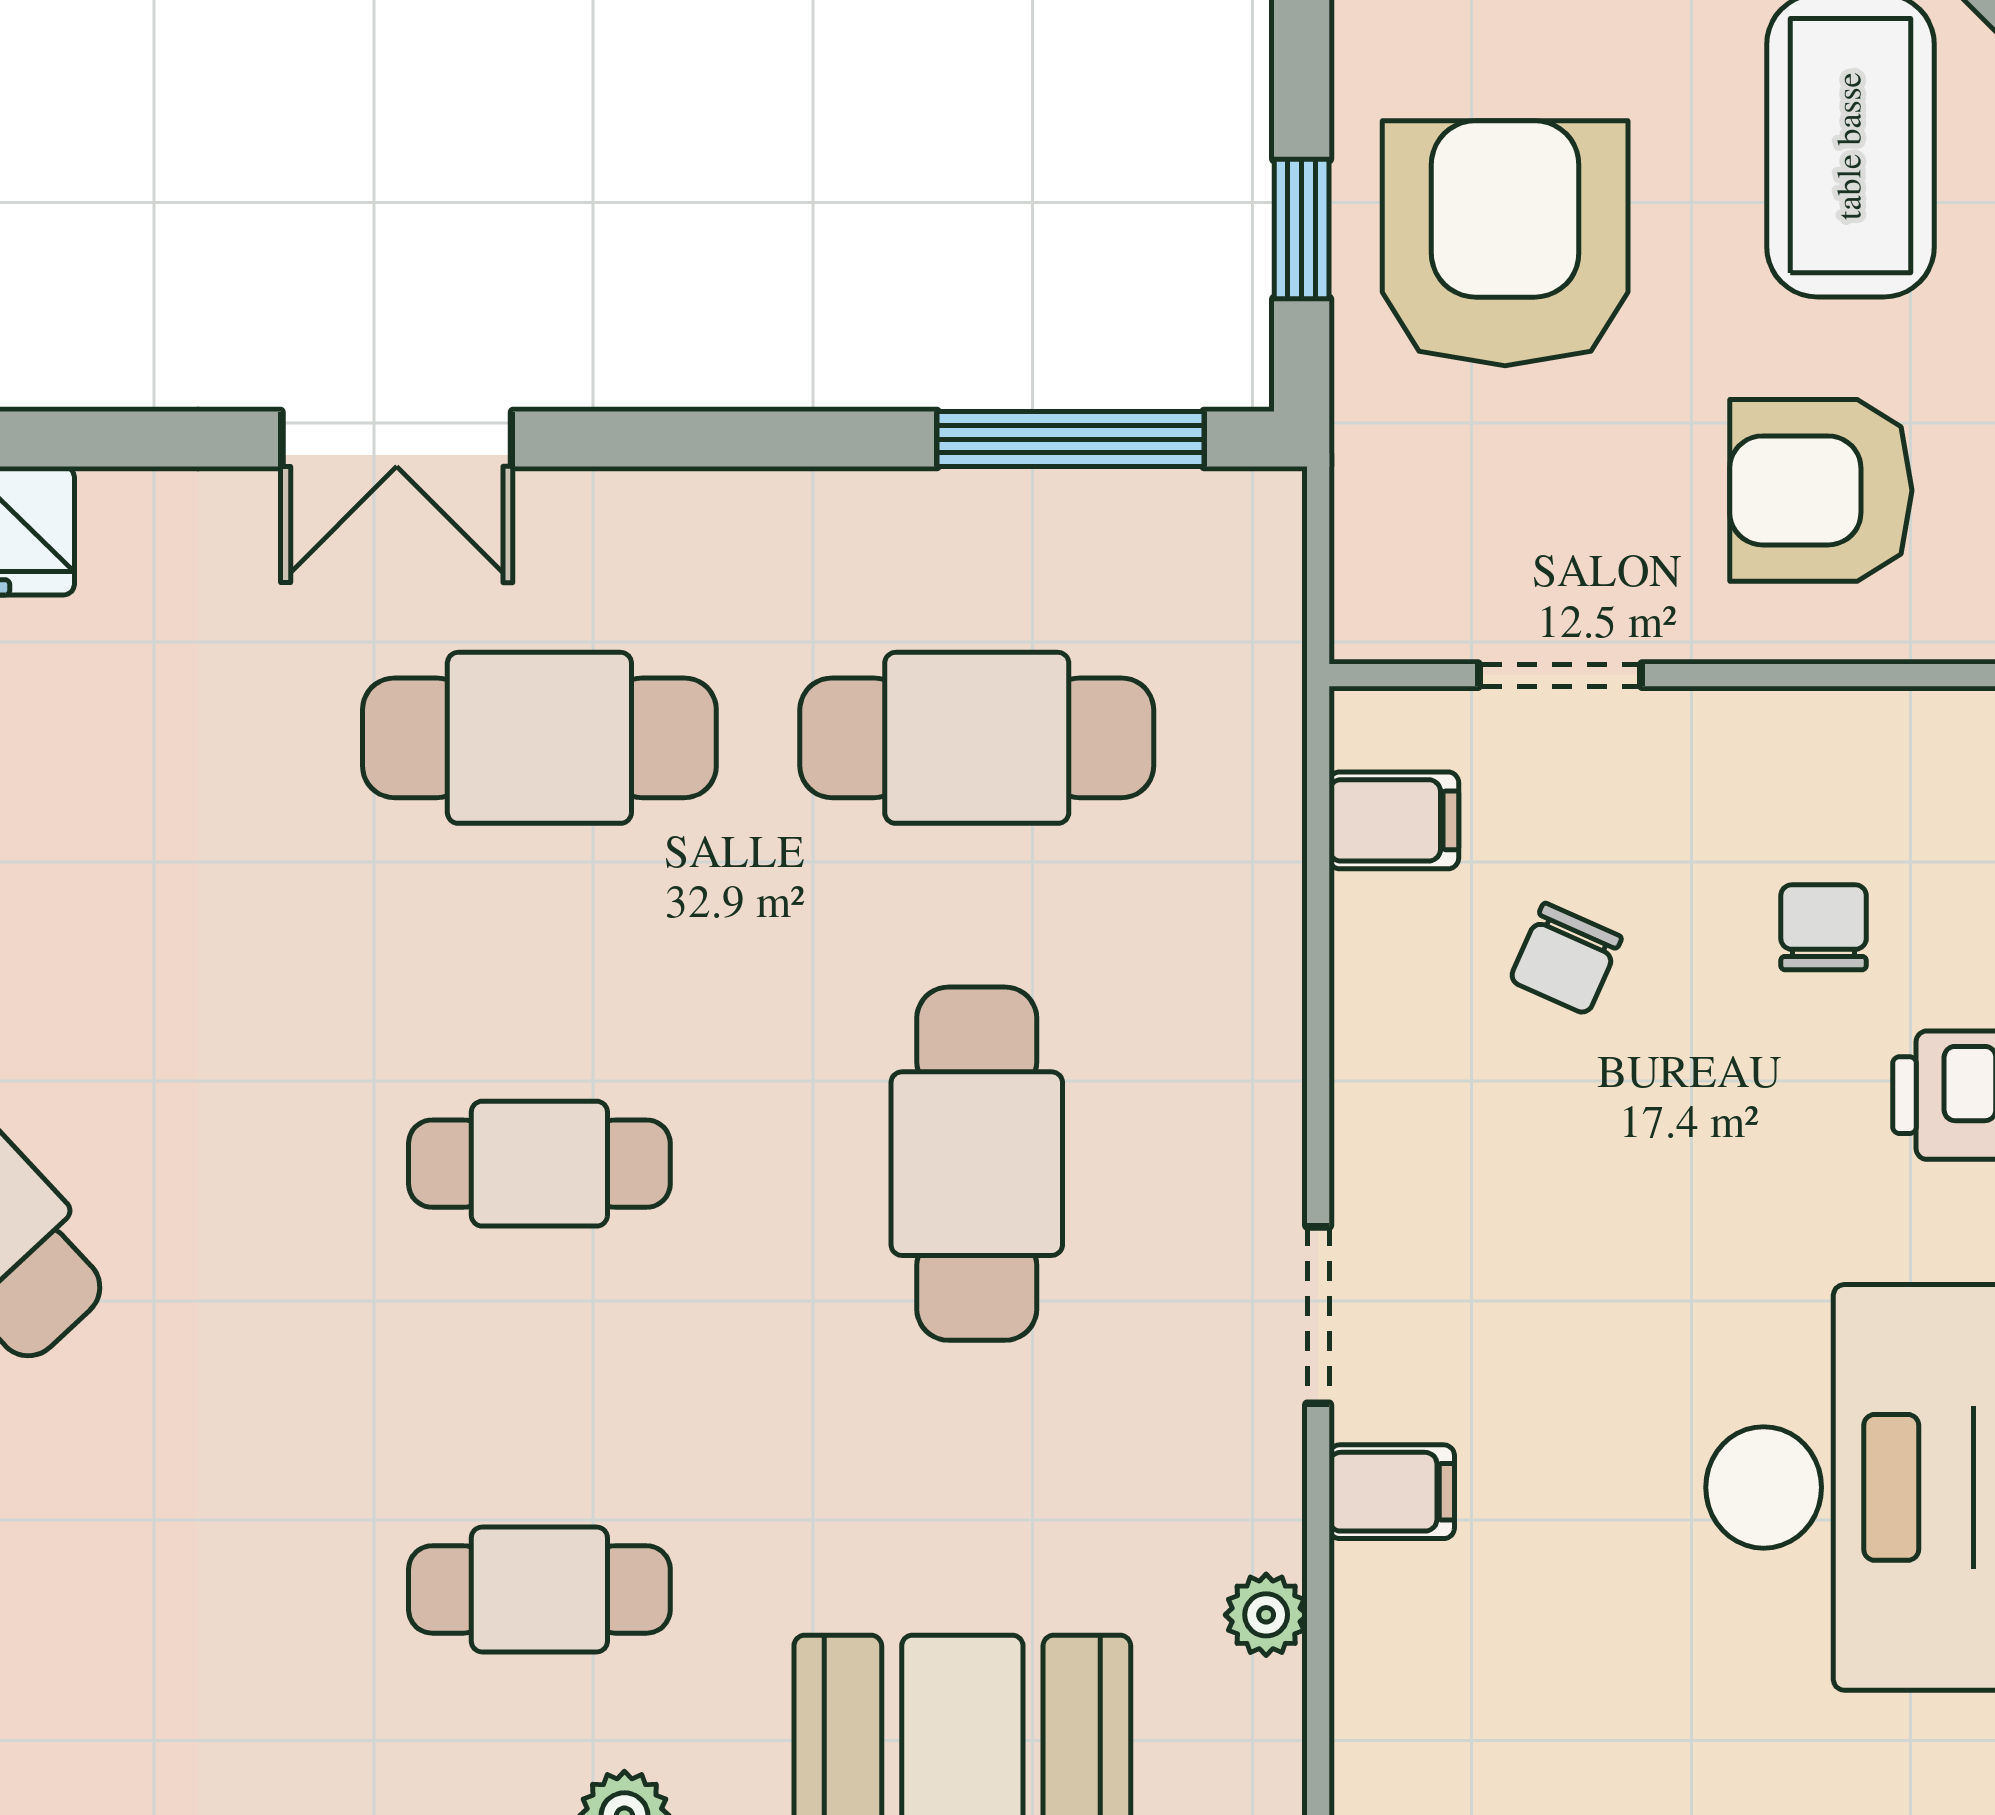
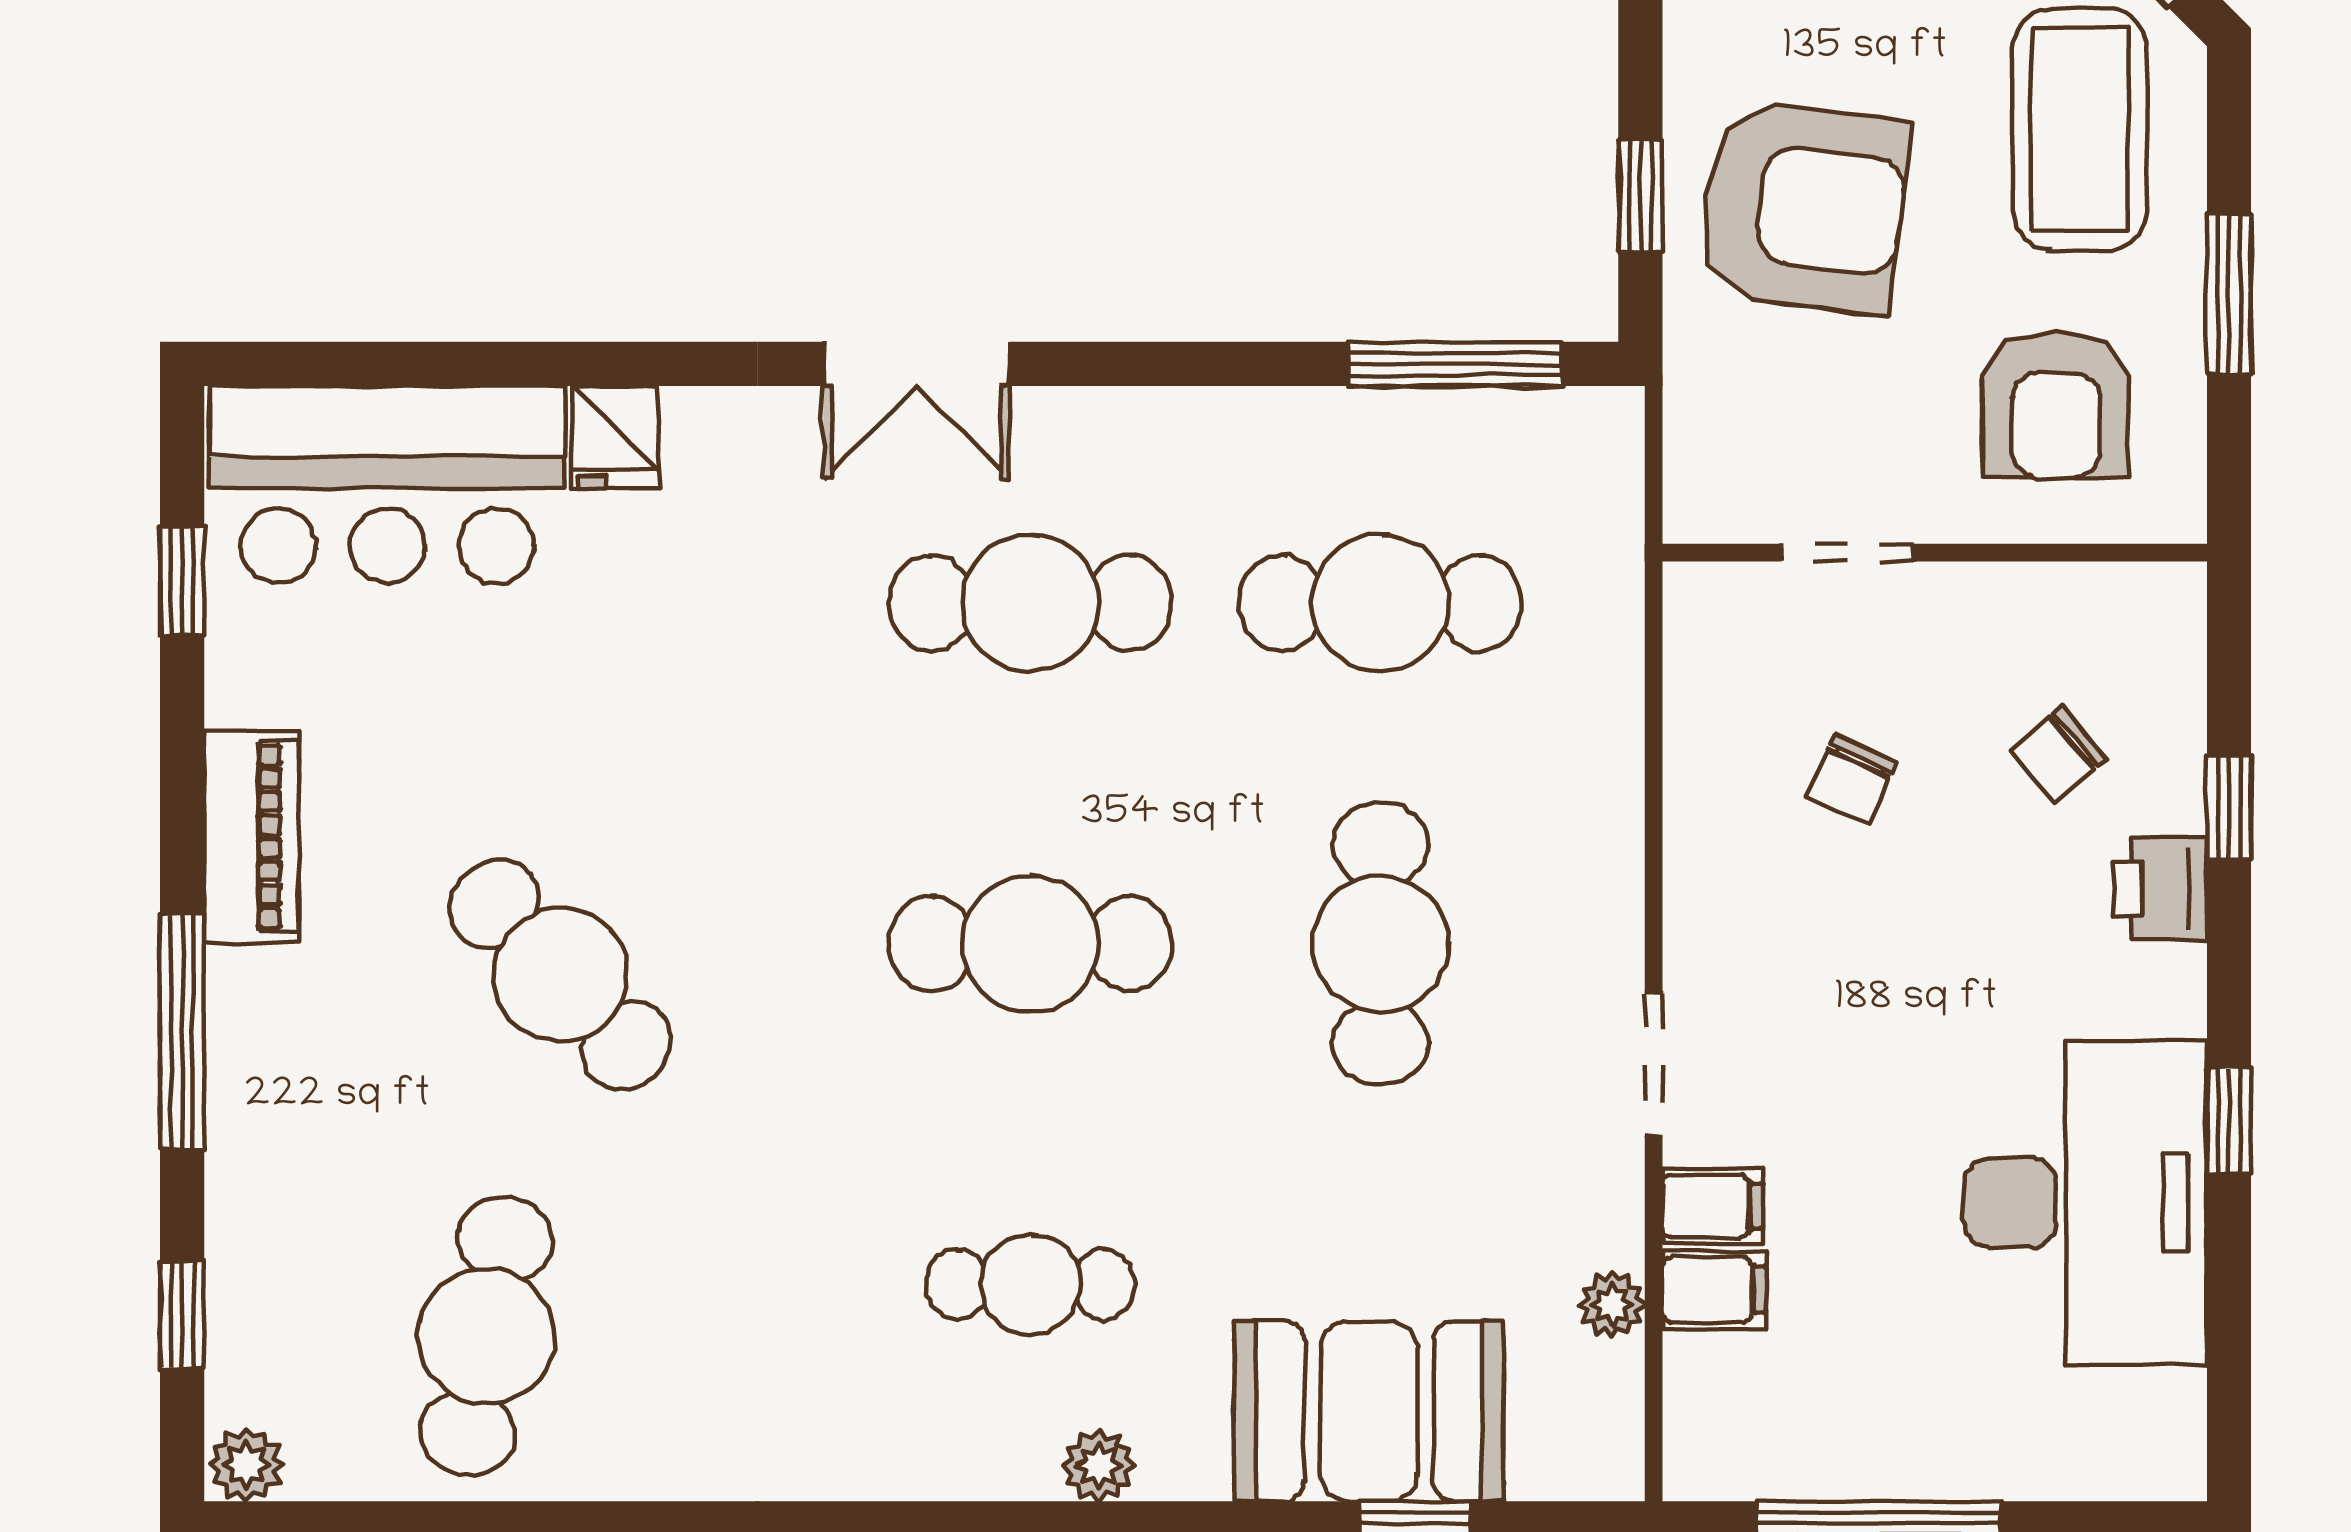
armchair: (1505, 243) -> (1803, 207), turned 97
armchair: (1821, 490) -> (2056, 405), turned -90
filing cabinet: (1394, 820) -> (1714, 1290), moved
chair: (1824, 927) -> (2058, 755), turned -130
cafe table: (539, 1164) -> (1031, 944), width x1.37, depth x1.35

